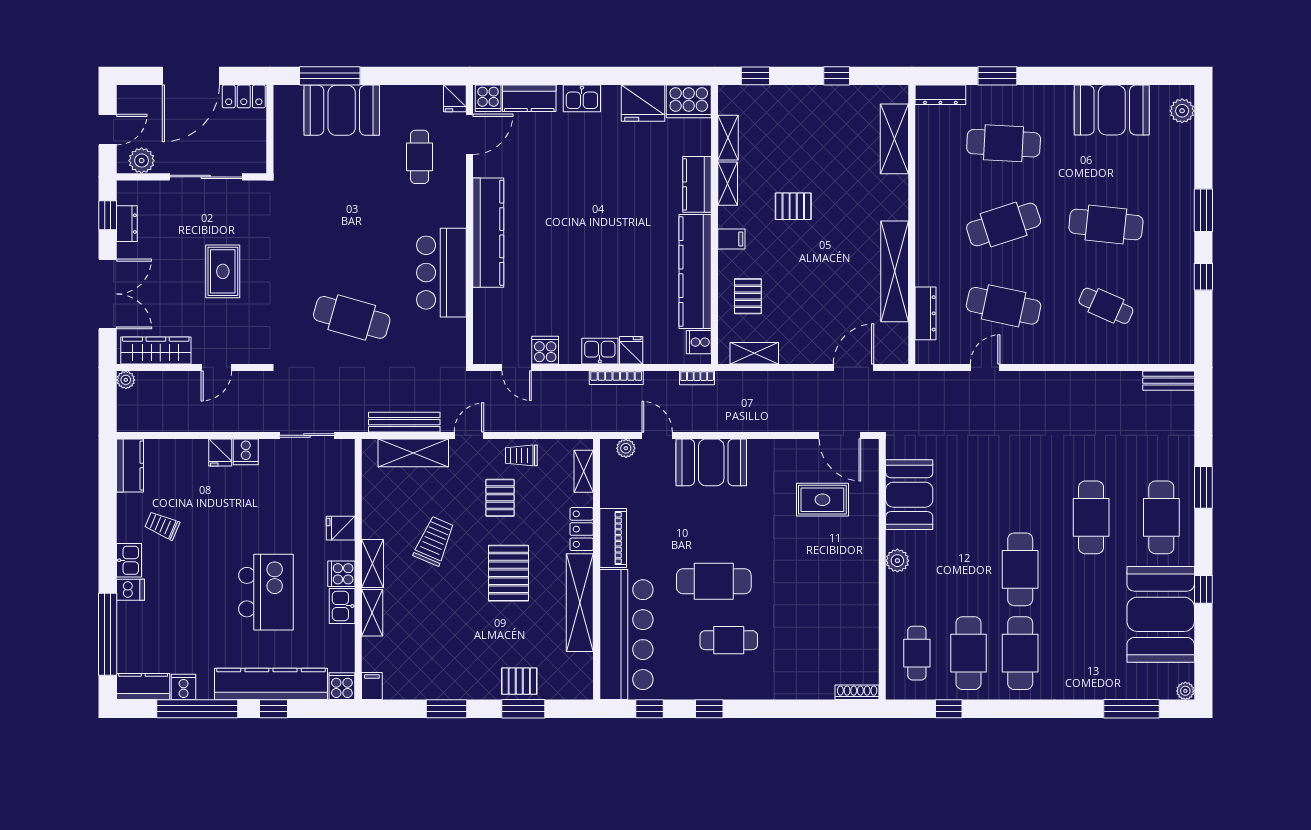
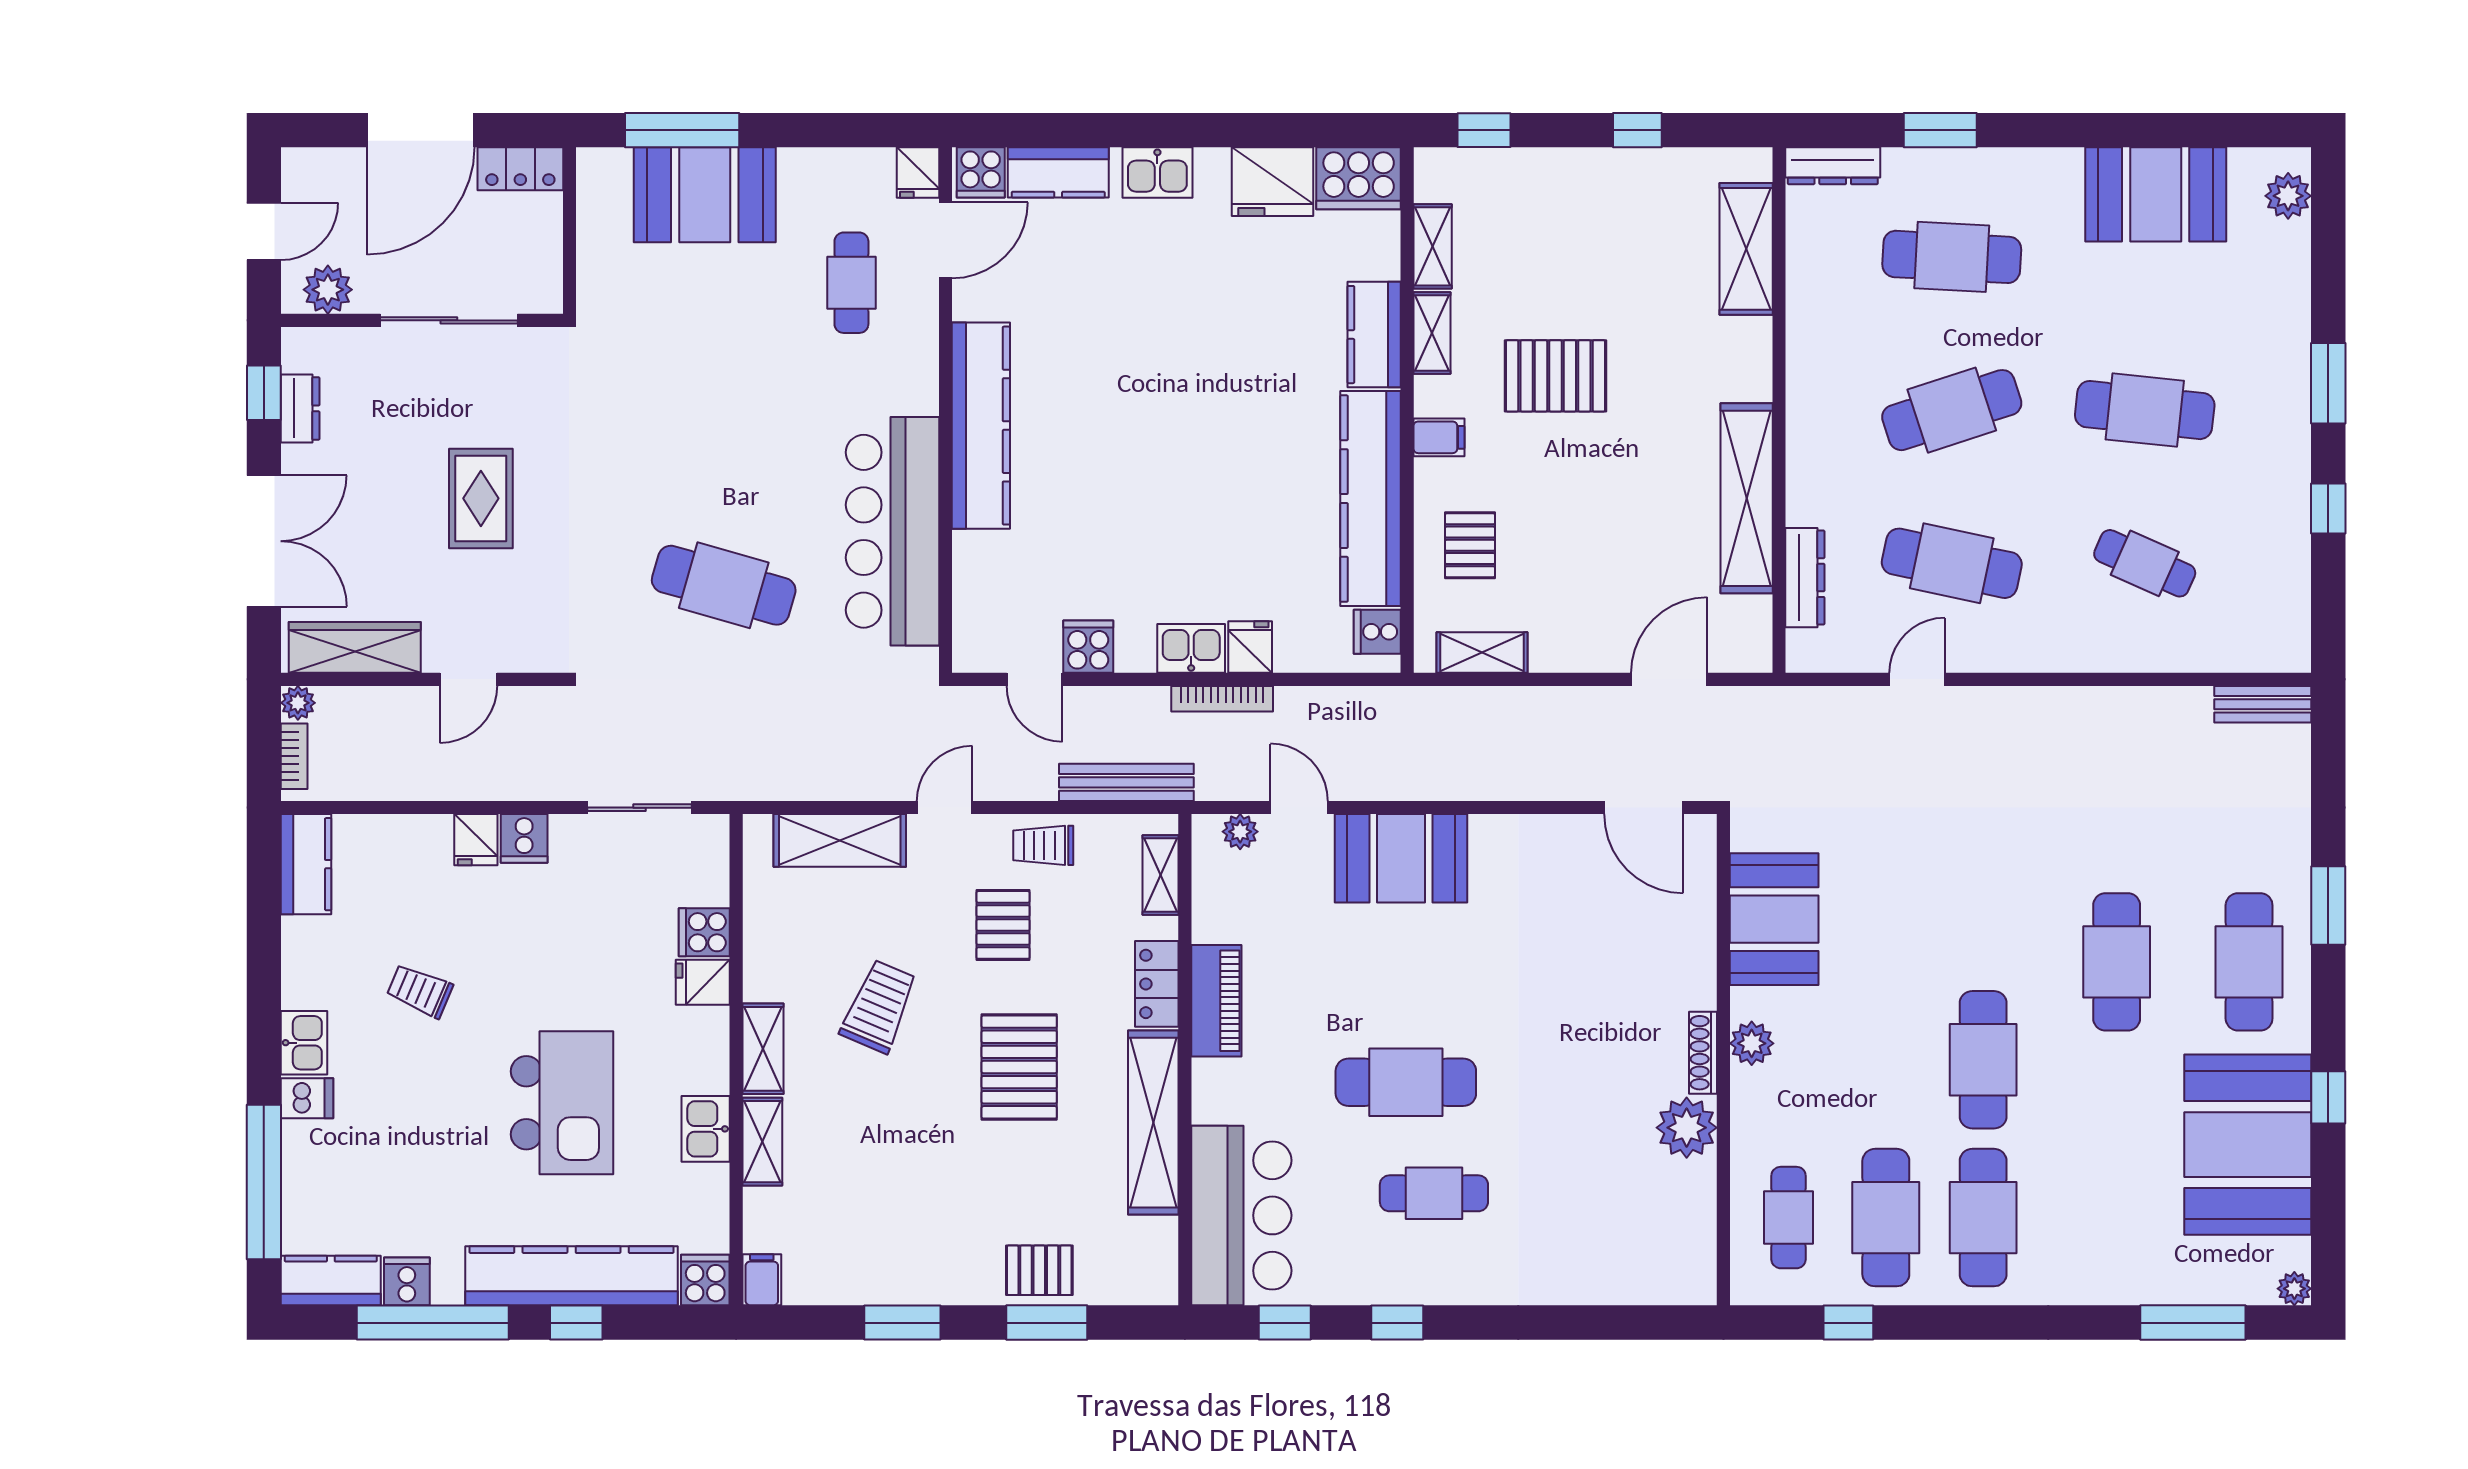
pallet: (793, 206) -> (1555, 376), width x1.50, depth x1.42
bar counter: (441, 273) -> (893, 531), width x1.36
bookcase: (697, 378) -> (294, 756), moved, turned -90
bench: (404, 422) -> (1126, 782), moved
rug: (822, 500) -> (1611, 929), removed
trolley: (162, 526) -> (420, 991), moved
cooker: (341, 574) -> (704, 932), moved
plant: (863, 605) -> (1687, 1128), added
bar counter: (626, 635) -> (1241, 1215), width x0.73
shoe rack: (857, 692) -> (1703, 1053), moved, turned -90

